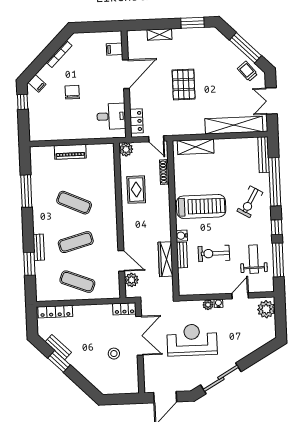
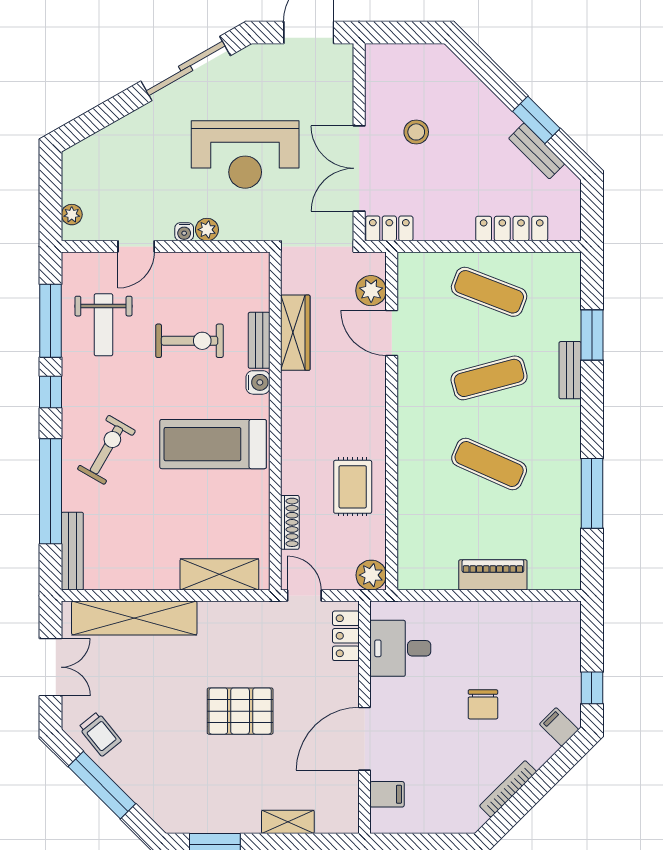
pallet: (184, 85) -> (240, 711), turned 90
plant: (266, 309) -> (72, 215), width x0.53, depth x0.53
locker: (55, 312) -> (512, 229), moved

